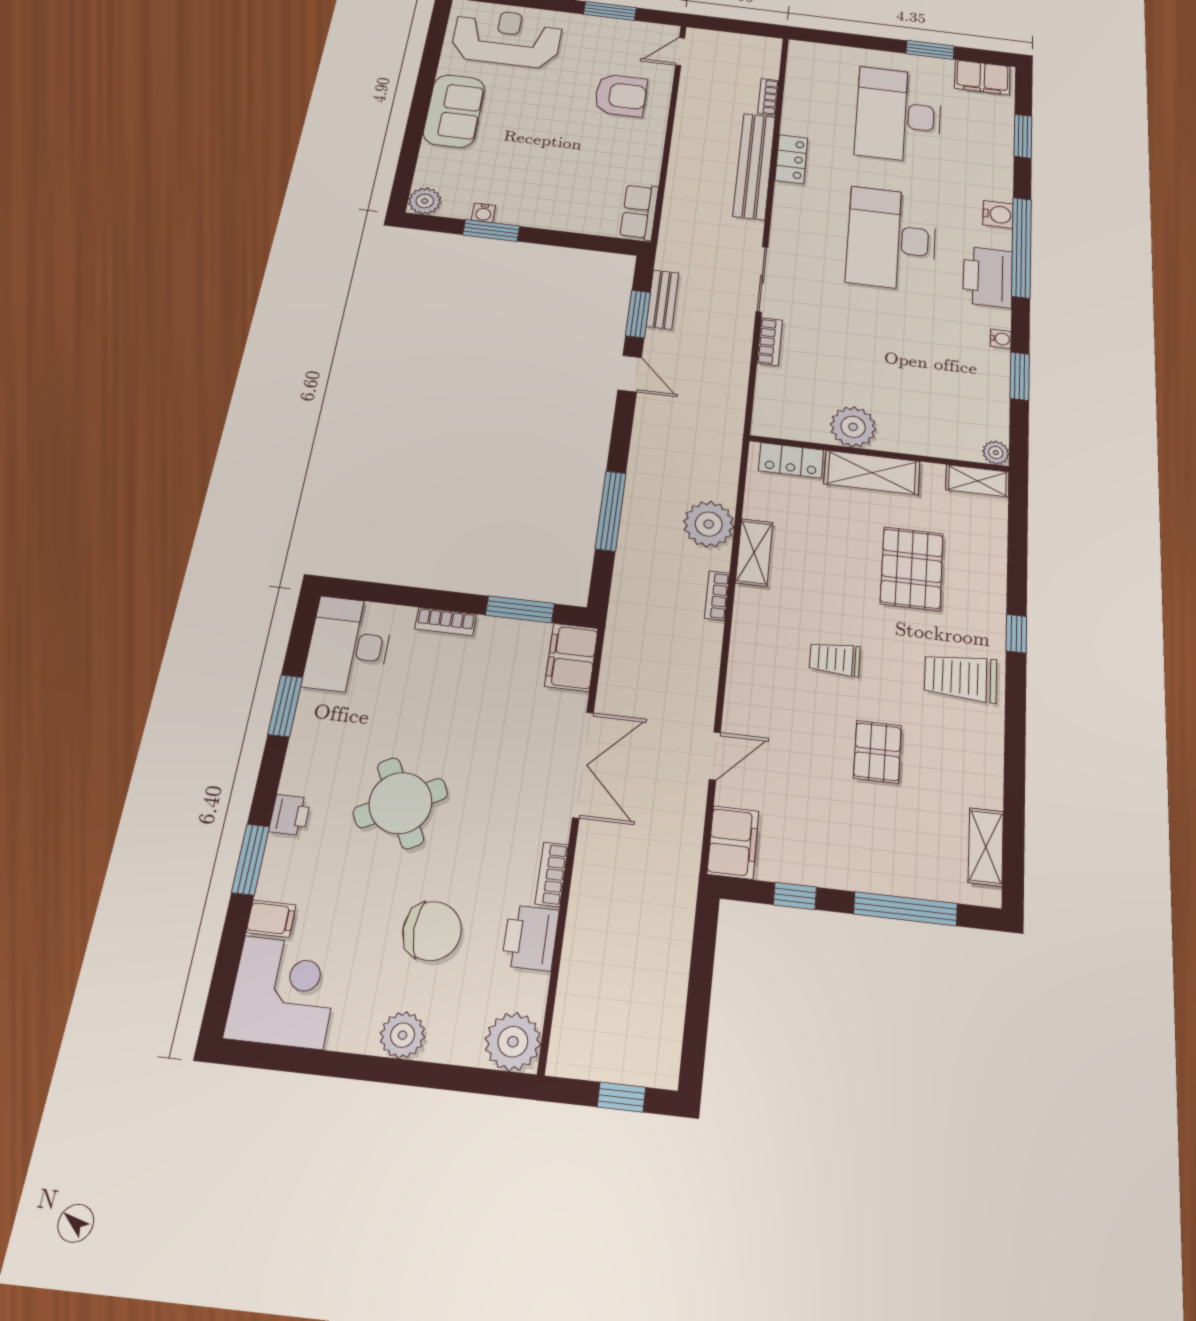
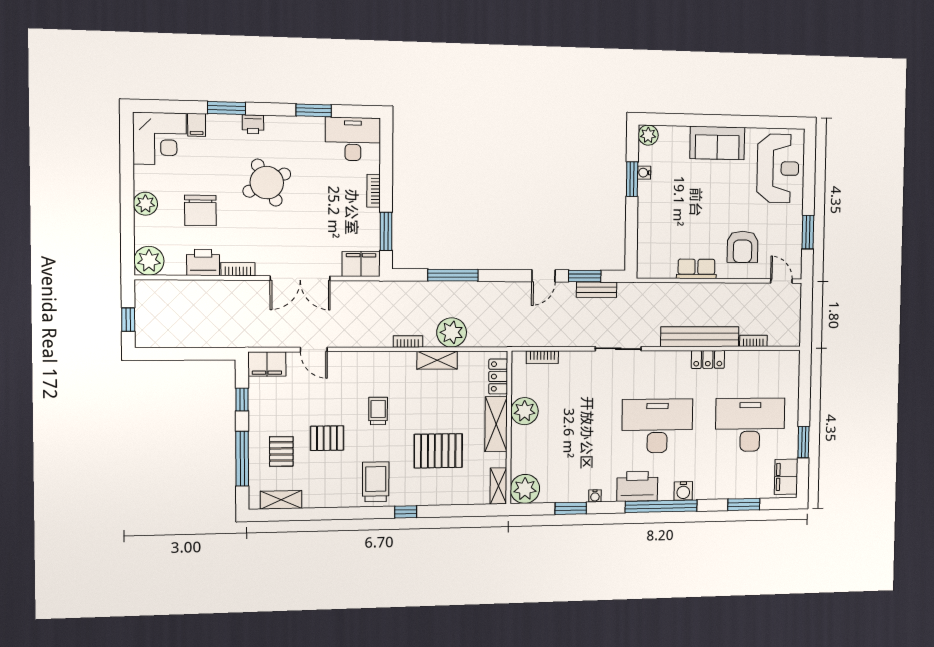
row of seats: (639, 212) -> (696, 269), moved
bookcase: (770, 342) -> (542, 357), moved
plant: (996, 453) -> (525, 489), width x1.88, depth x1.88
pallet: (896, 835) -> (281, 451), added

